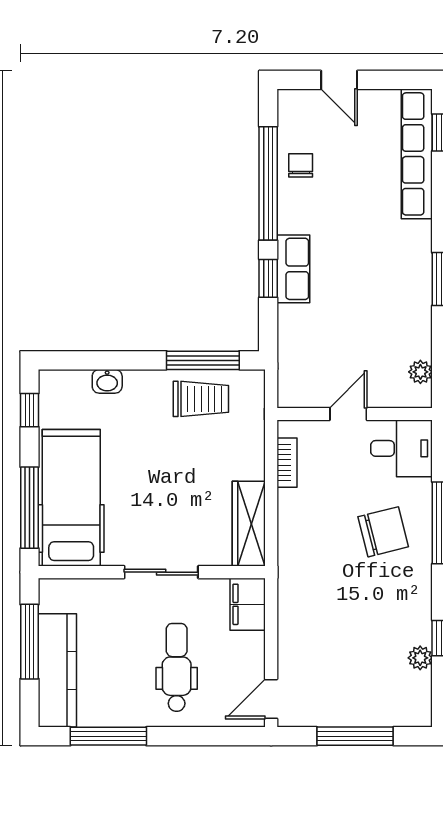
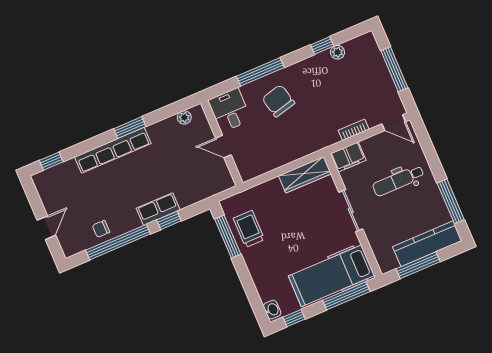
row of seats: (417, 154) -> (113, 150), moved
washbasin: (107, 381) -> (272, 310), moved
bookcase: (287, 463) -> (354, 130), moved

